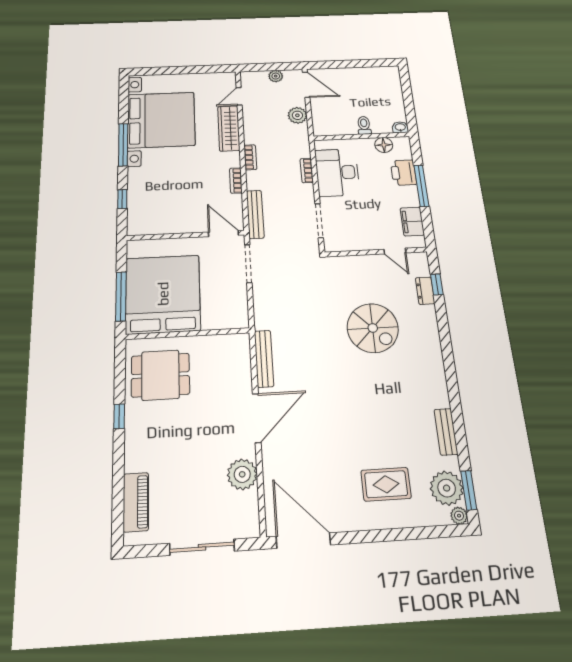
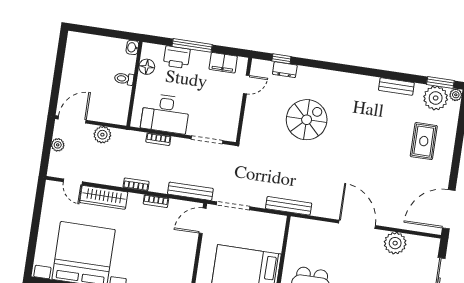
bench: (264, 359) -> (289, 206), moved

